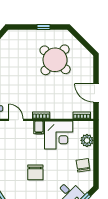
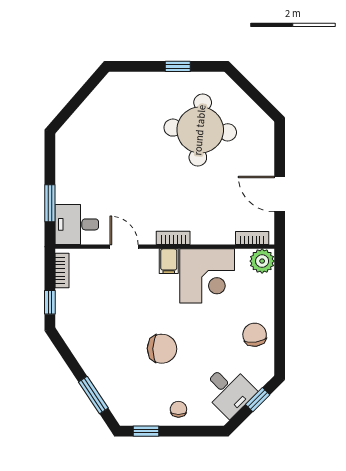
round table: (55, 60) -> (200, 130), turned -37
plant: (87, 140) -> (262, 261), moved
chair: (35, 172) -> (162, 349), turned -89

